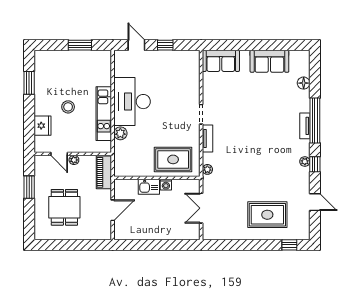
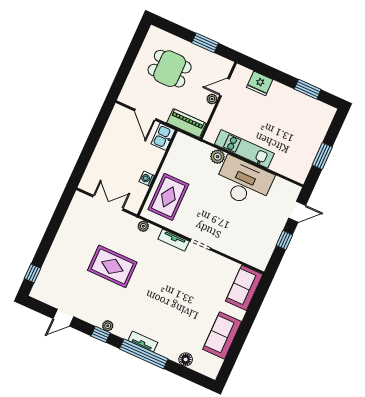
stool: (68, 107) -> (267, 117), removed
kitchen sink: (149, 187) -> (163, 137), moved
rug: (267, 215) -> (112, 266), moved, turned 90

